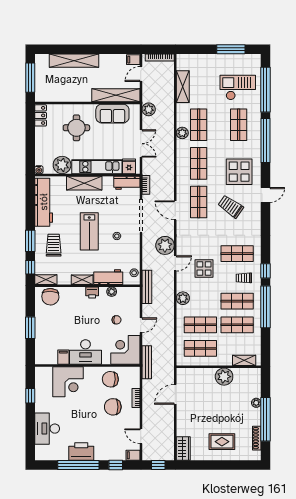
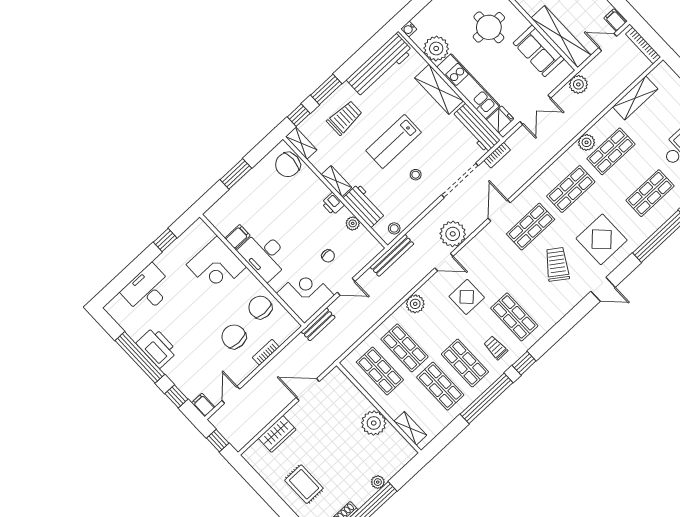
workbench: (127, 183) -> (476, 128), width x1.38
bench: (147, 362) -> (318, 324), width x0.73
wardrobe: (183, 448) -> (277, 434), moved

